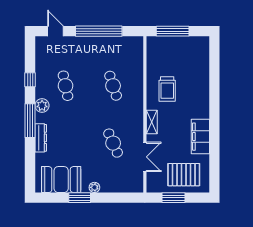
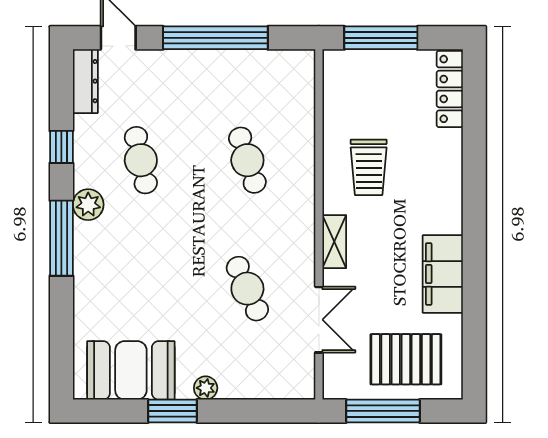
locker: (203, 54) -> (450, 89), added
dresser: (41, 138) -> (85, 81), moved
window: (174, 198) -> (383, 411), width x1.44

